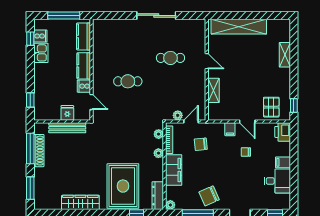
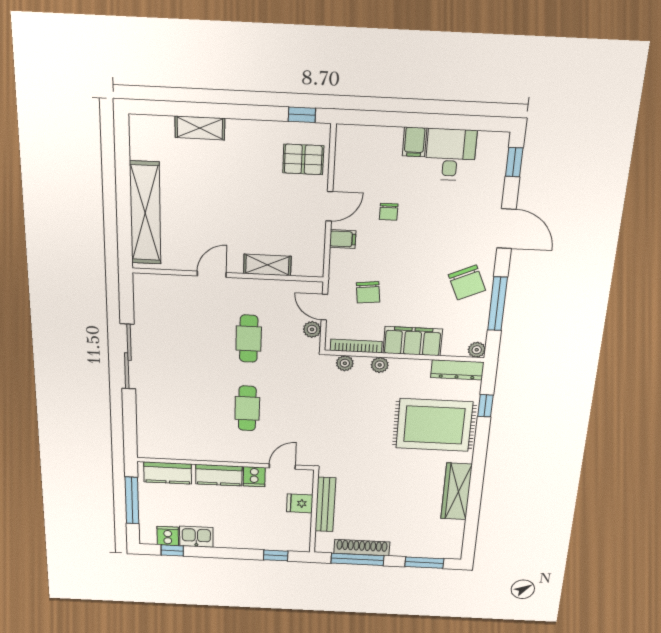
cafe table: (170, 58) -> (249, 339), moved
printer: (283, 132) -> (354, 140), removed

